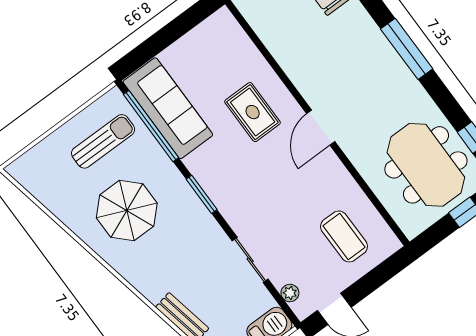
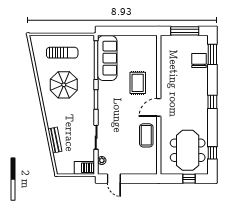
window: (407, 49) -> (212, 102), width x0.46
sun lounger: (103, 141) -> (62, 53), moved
coffee table: (344, 236) -> (146, 135), moved

